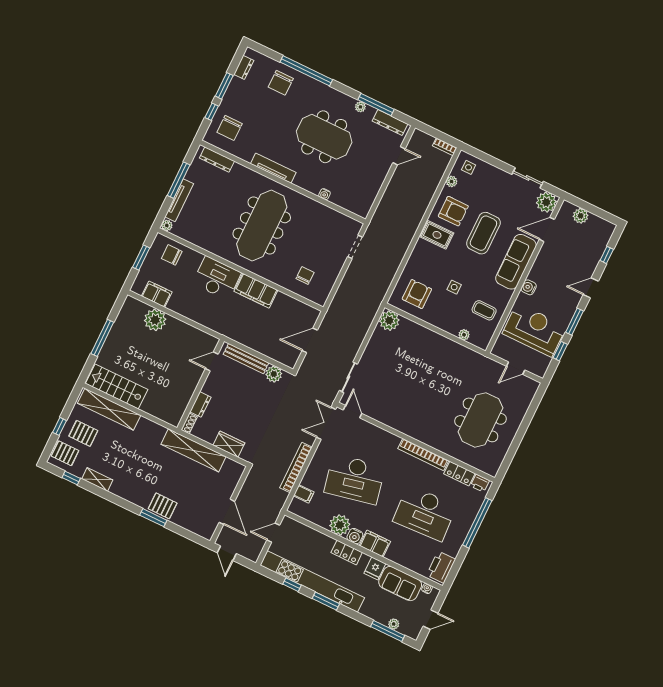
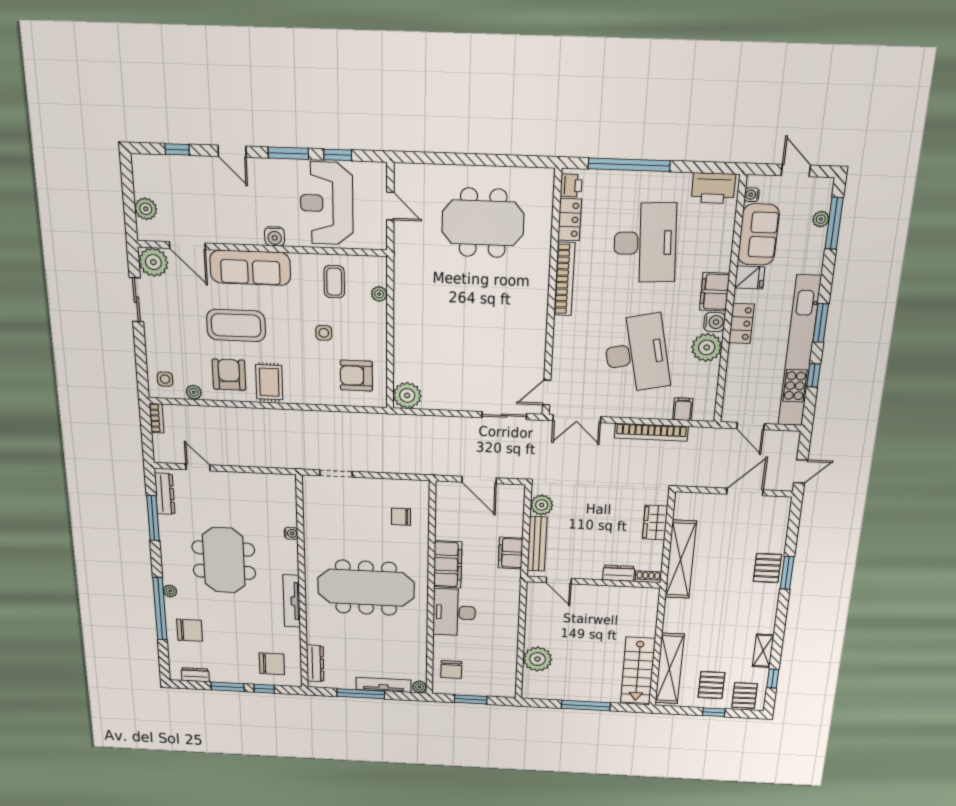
plant: (360, 107) -> (170, 591), moved
filing cabinet: (157, 294) -> (511, 553), moved

